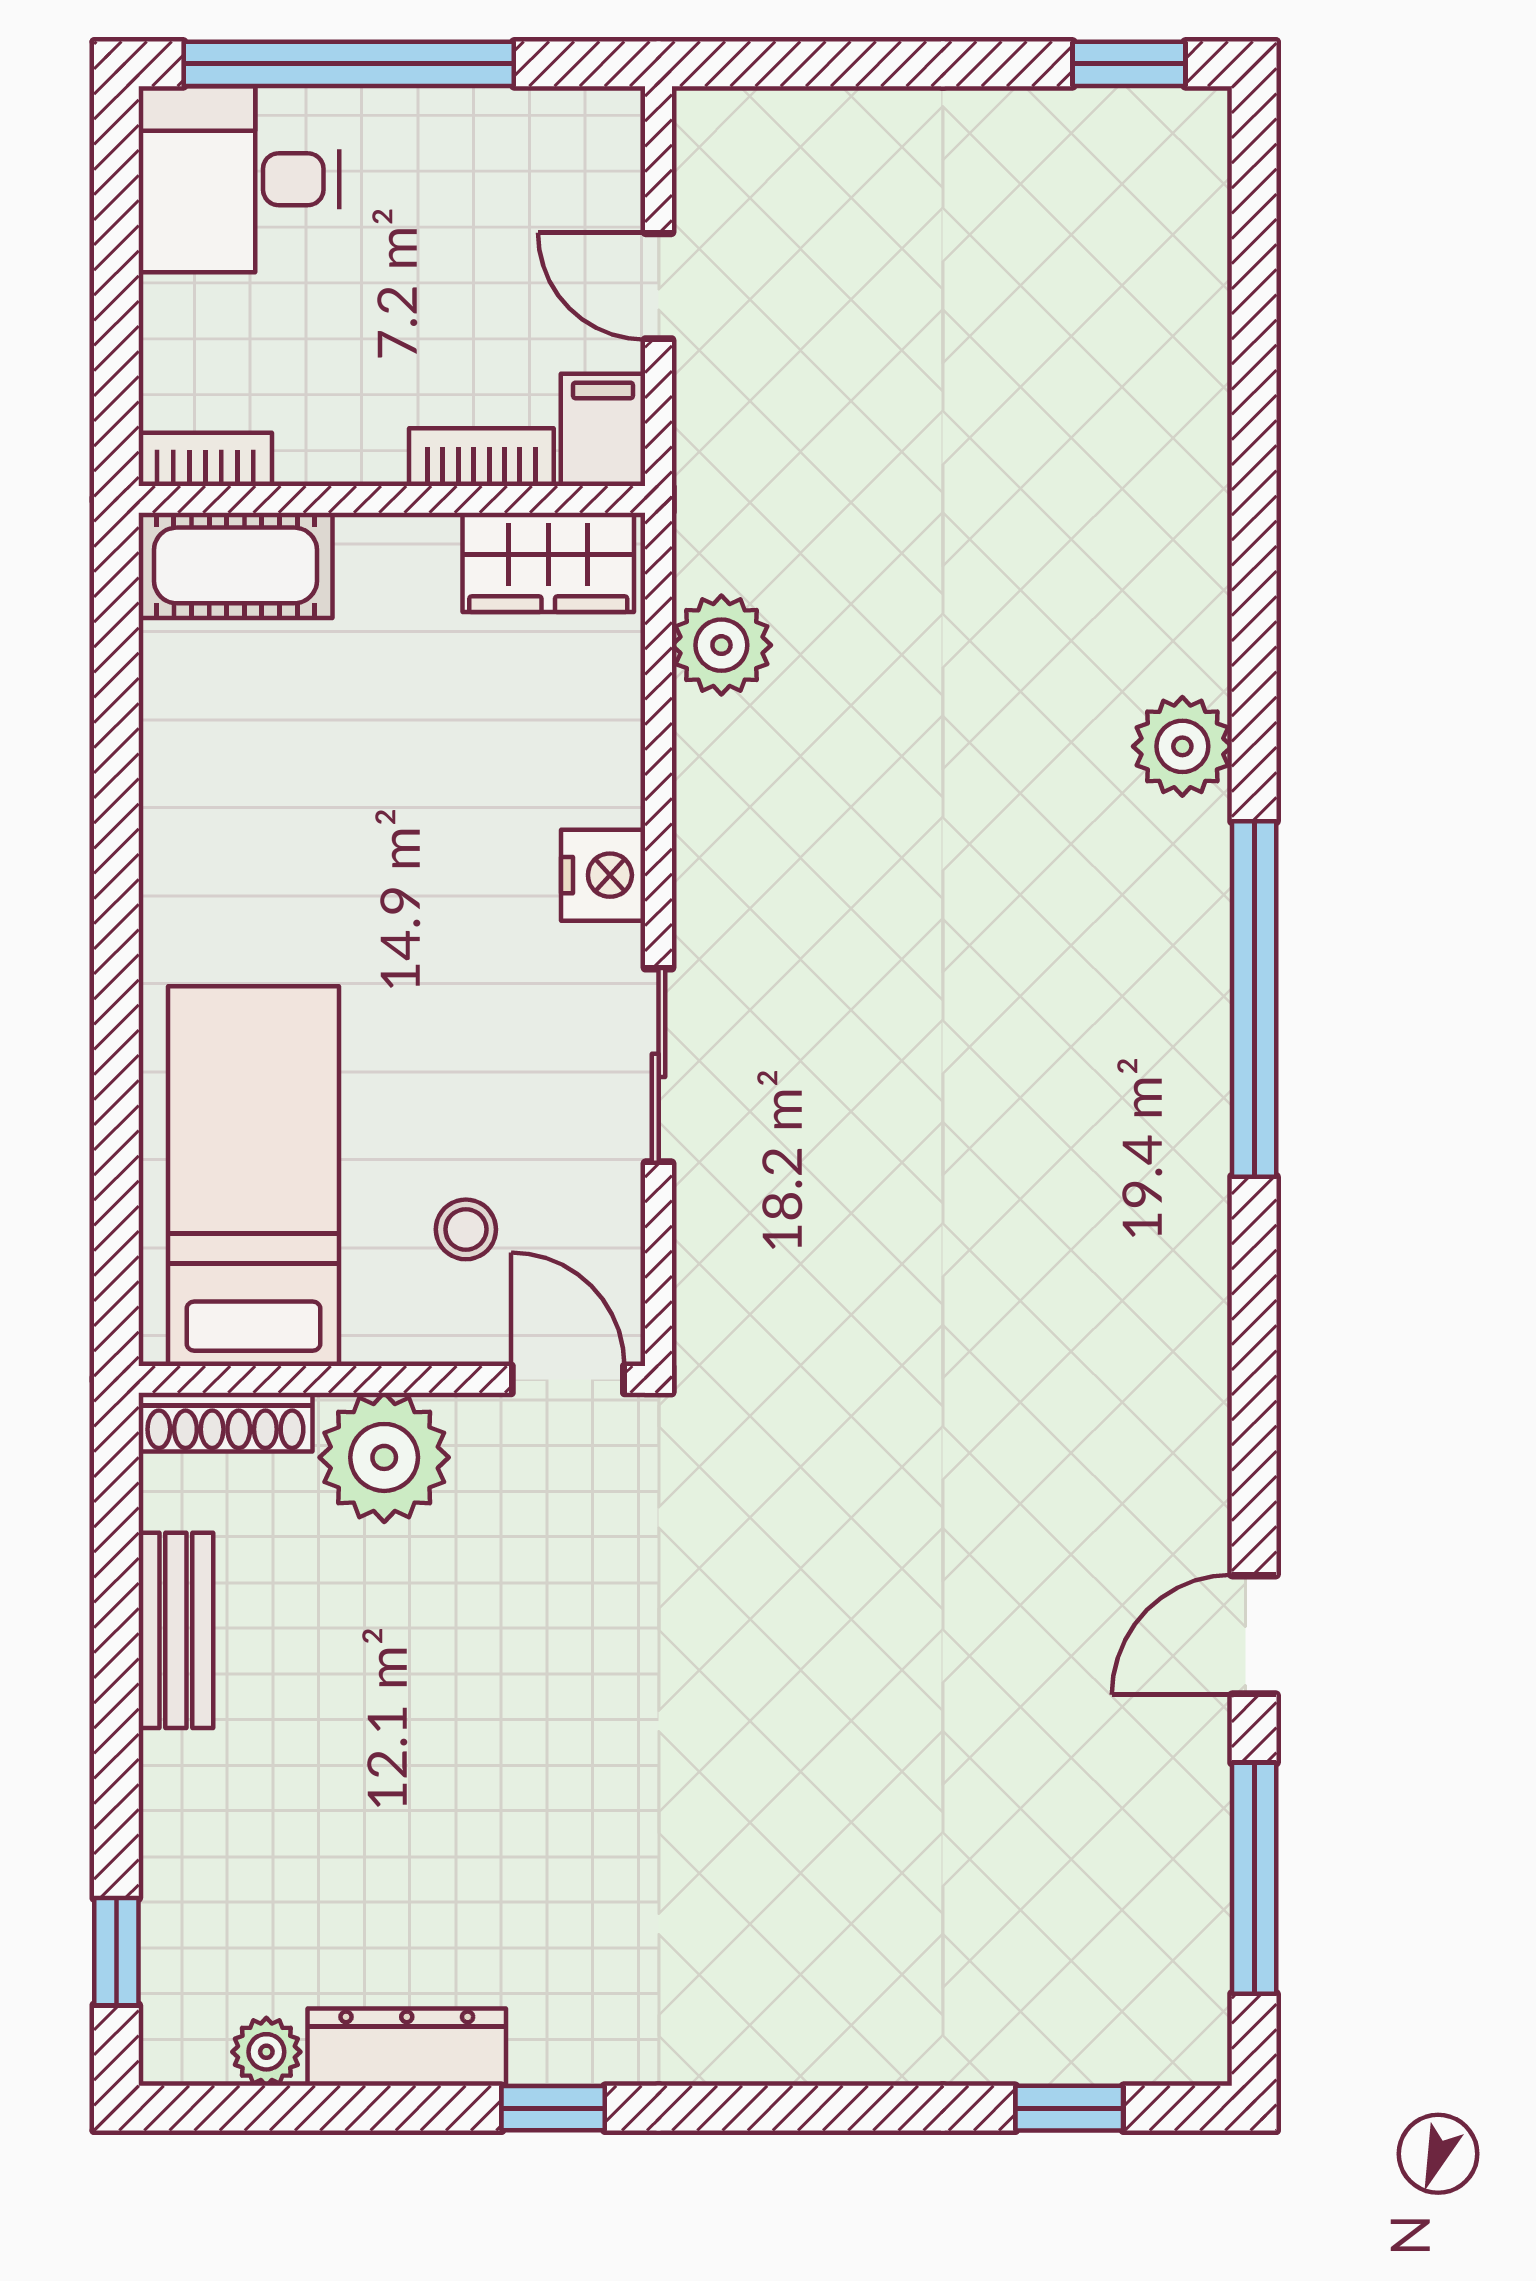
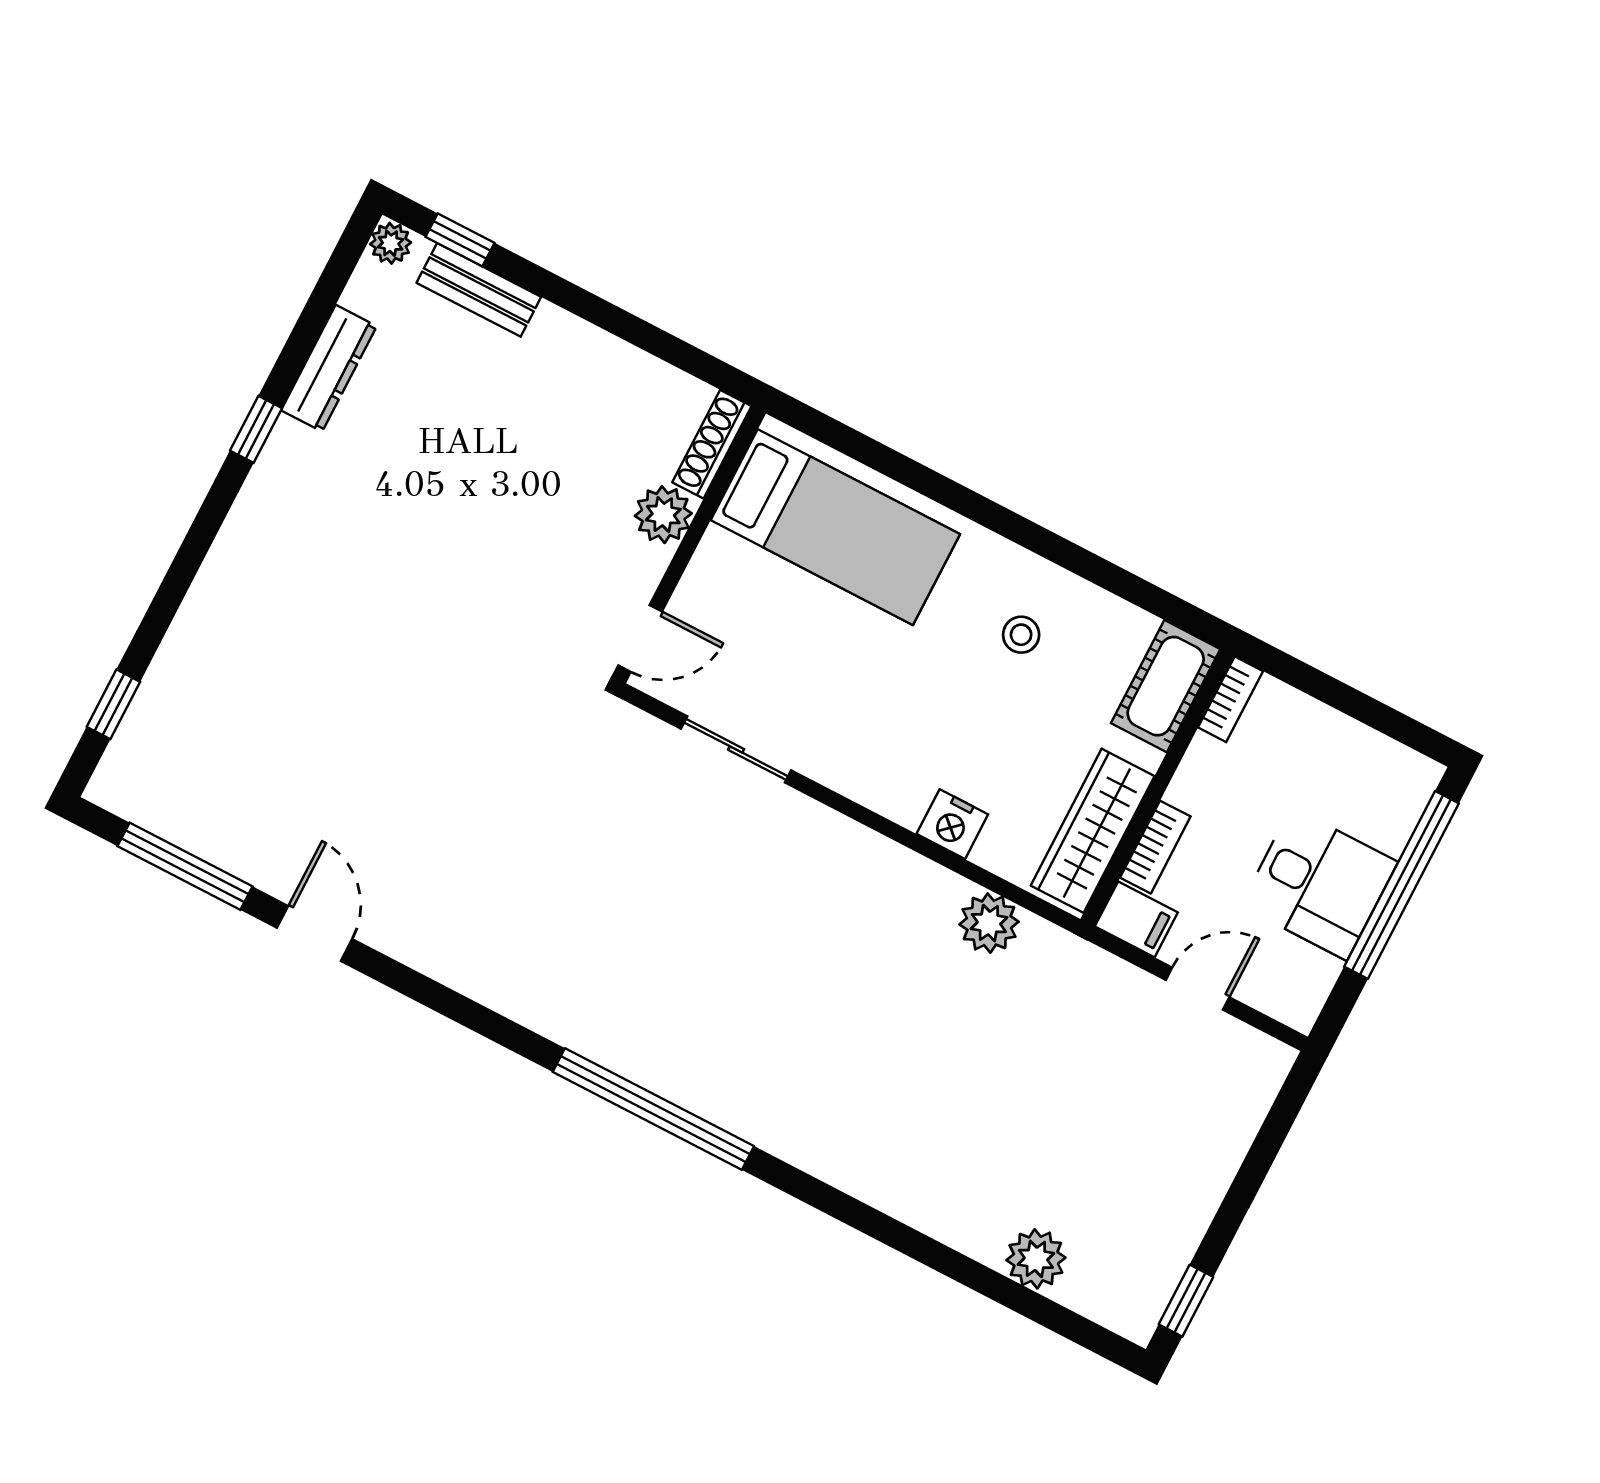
desk: (239, 179) -> (1319, 884), moved, turned 90
wardrobe: (548, 562) -> (1093, 831), width x1.50
plant: (1182, 746) -> (1036, 1259), moved
nightstand: (603, 875) -> (952, 824), moved
sliding door: (659, 1065) -> (736, 749), moved
stool: (466, 1229) -> (1021, 635), moved
plant: (384, 1457) -> (663, 515), width x0.73, depth x0.73
bench: (176, 1630) -> (479, 290), moved
plant: (266, 2052) -> (391, 243), moved

